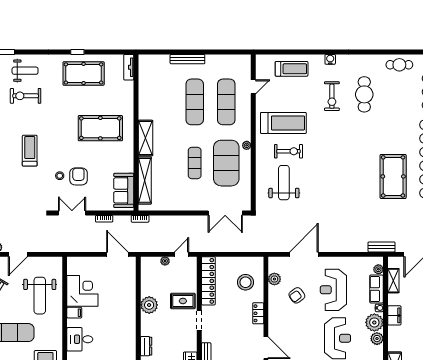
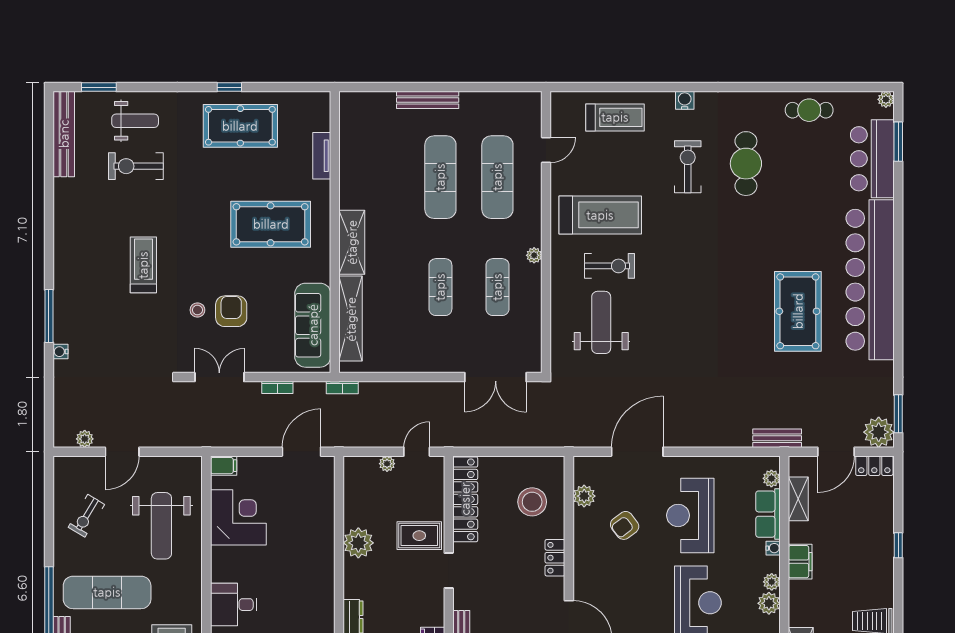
tv unit: (129, 67) -> (322, 156), moved
exercise bike: (332, 96) -> (688, 167), turned 180
exercise mat: (226, 163) -> (497, 287), width x0.50, depth x0.69
sofa: (124, 190) -> (313, 325), width x1.36
door: (117, 254) -> (301, 452), hinge flipped
filing cabinet: (74, 313) -> (224, 466), moved
plant: (374, 322) -> (772, 582), width x0.53, depth x0.53

